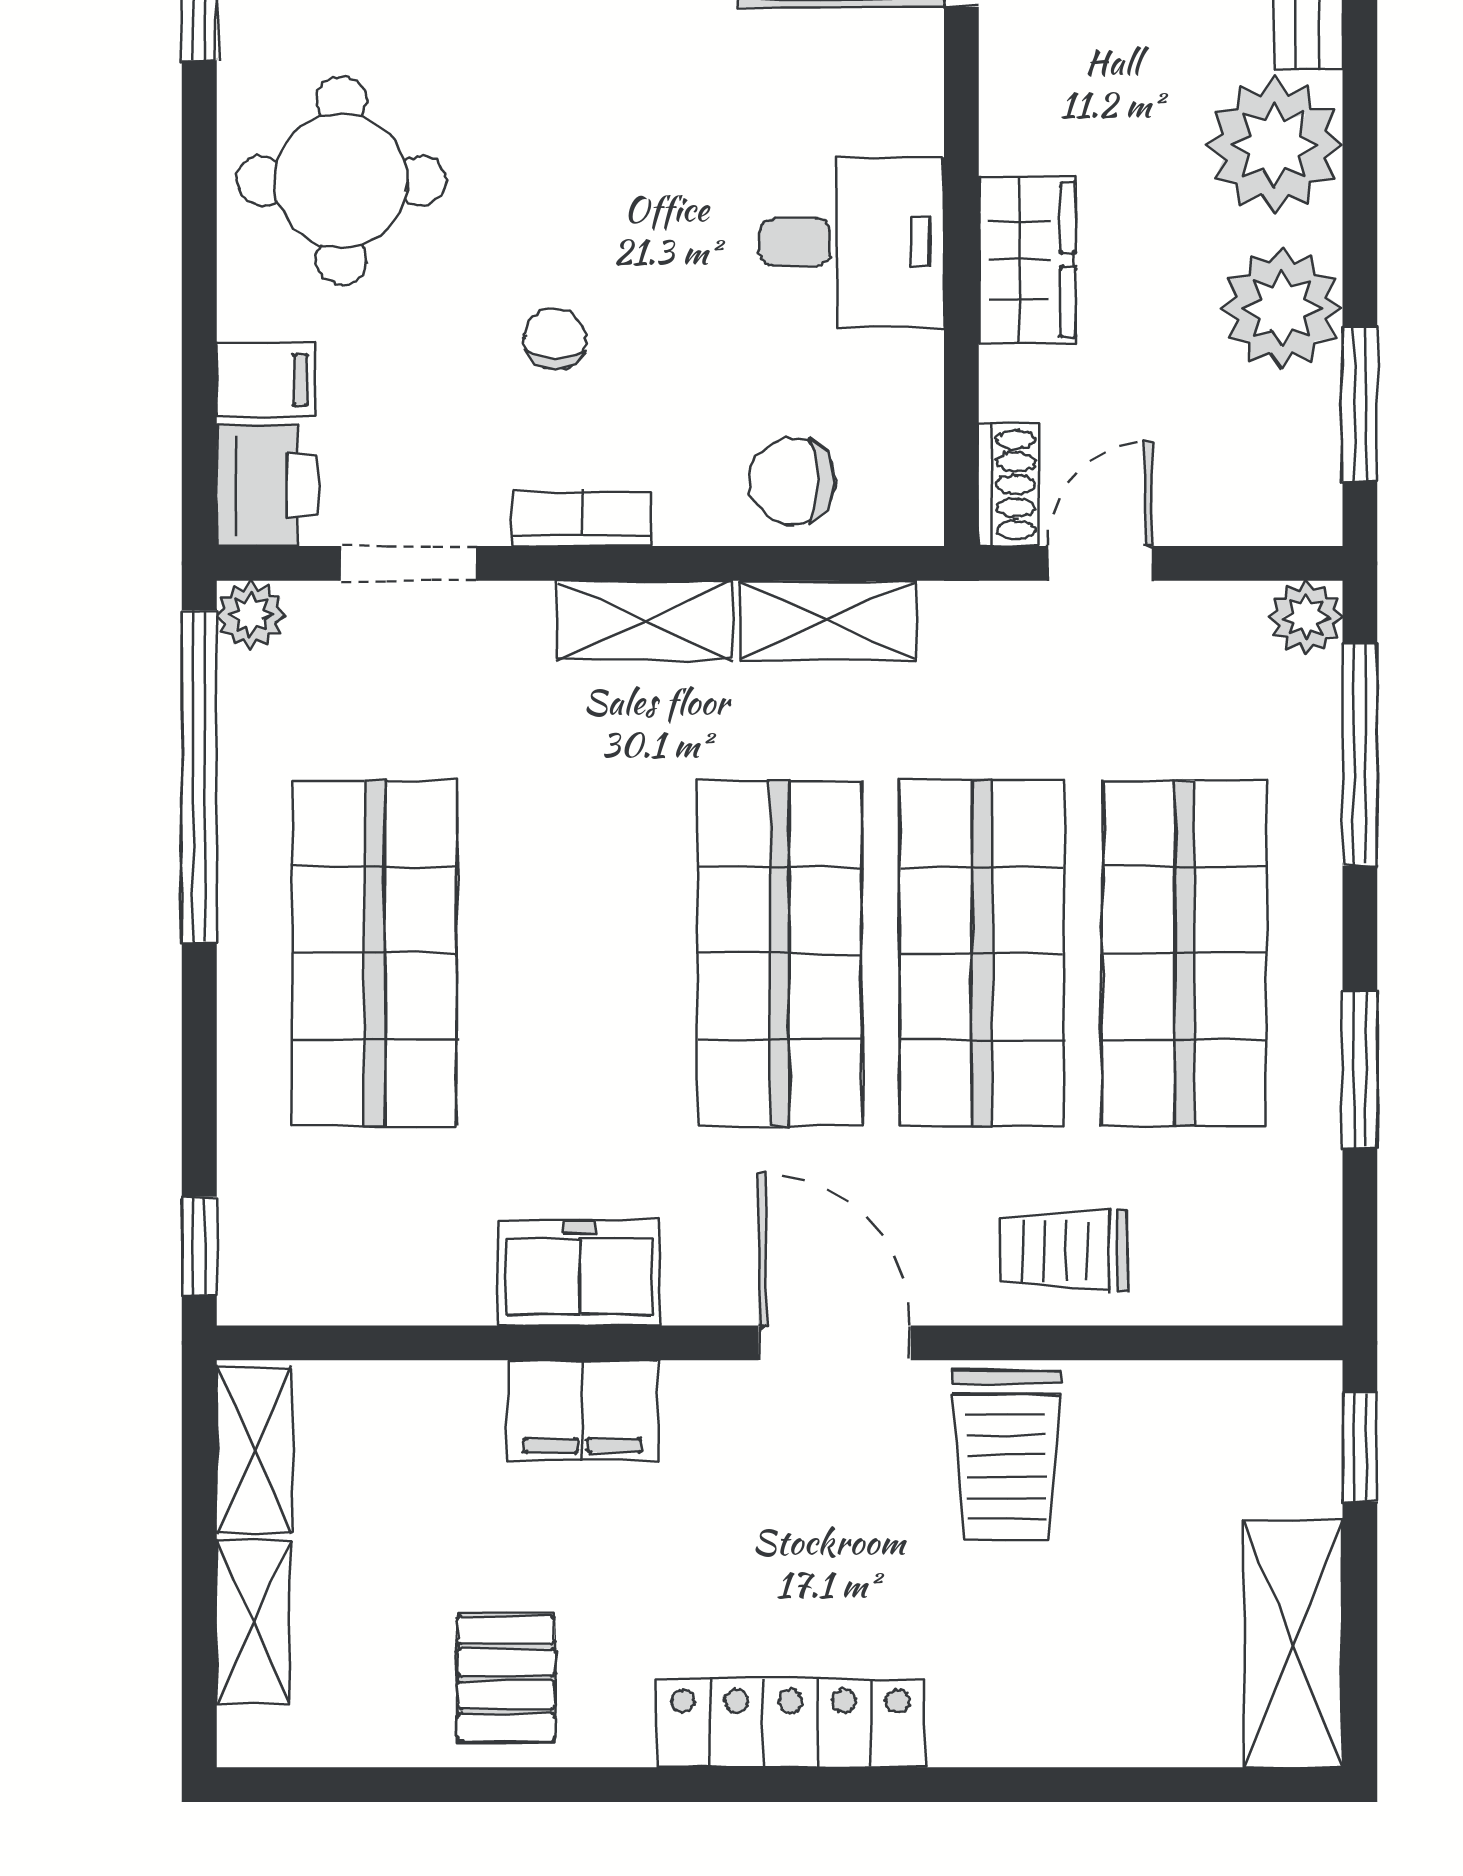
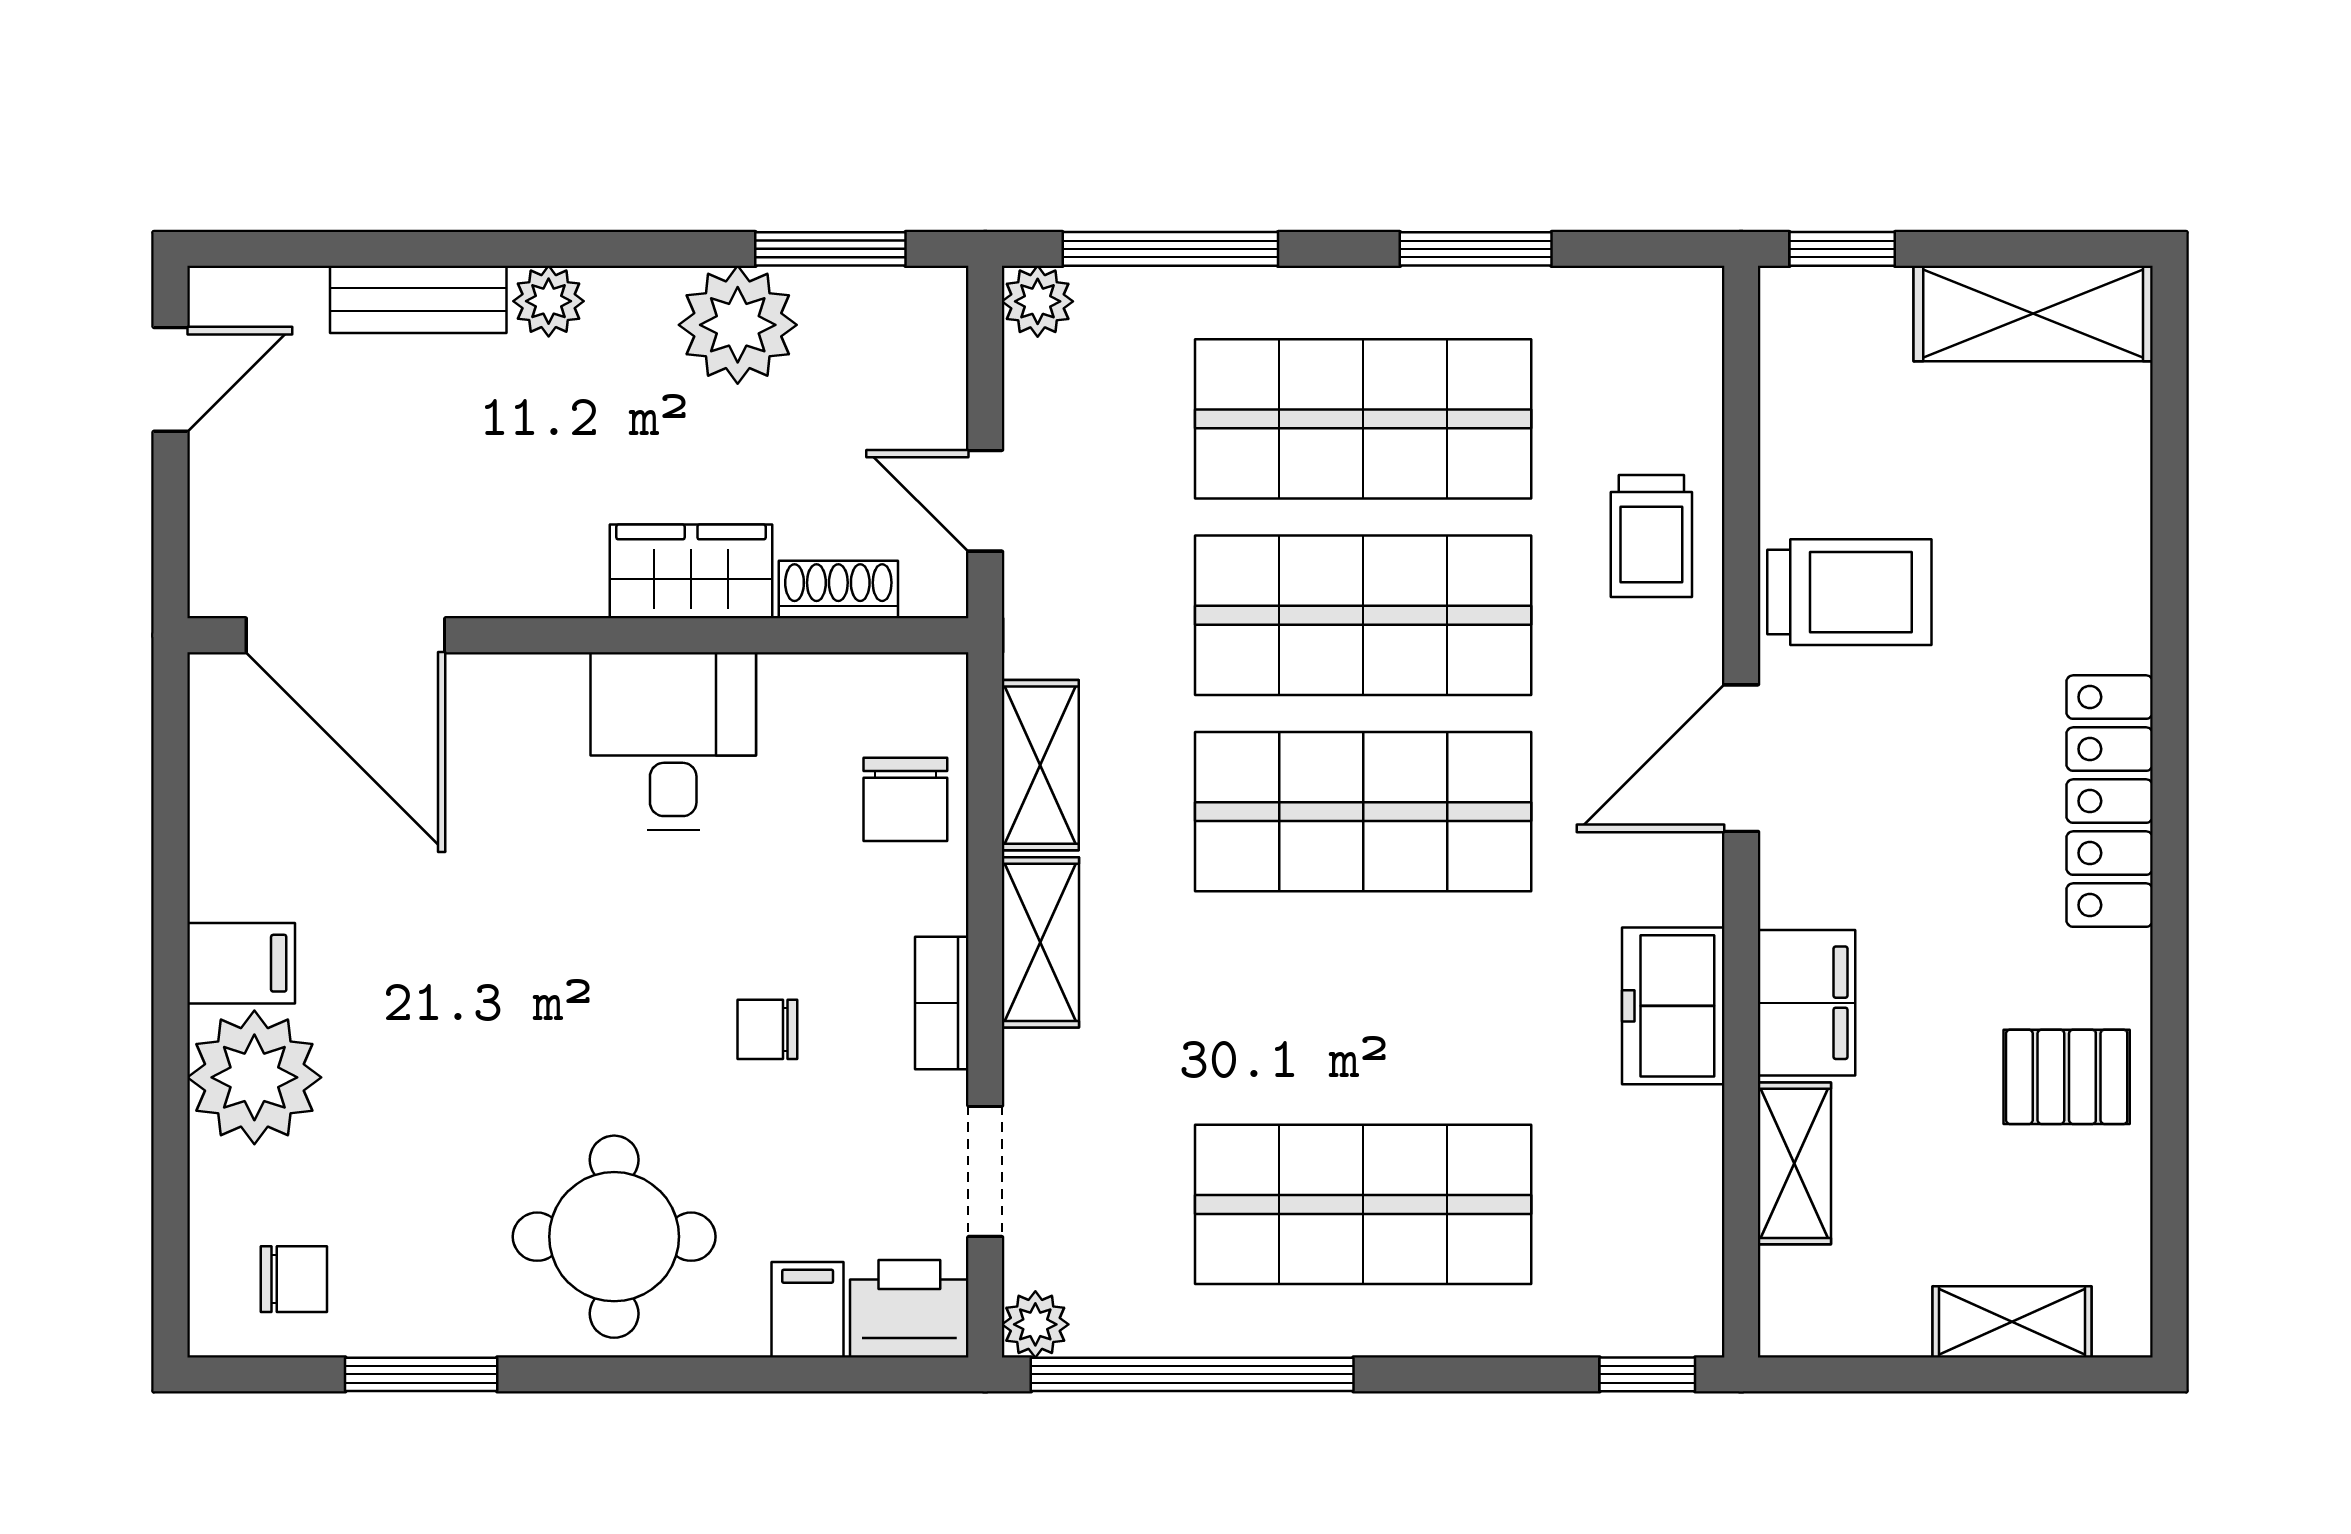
plant: (1274, 145) -> (549, 301), width x0.53, depth x0.53
shoe rack: (1009, 485) -> (838, 590), moved
shelving: (254, 1450) -> (1794, 1163), moved, turned 90

